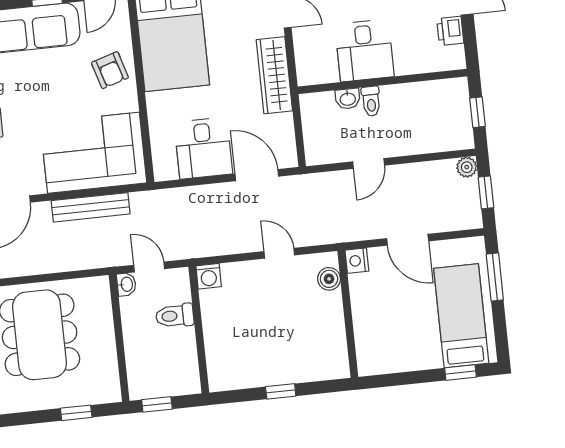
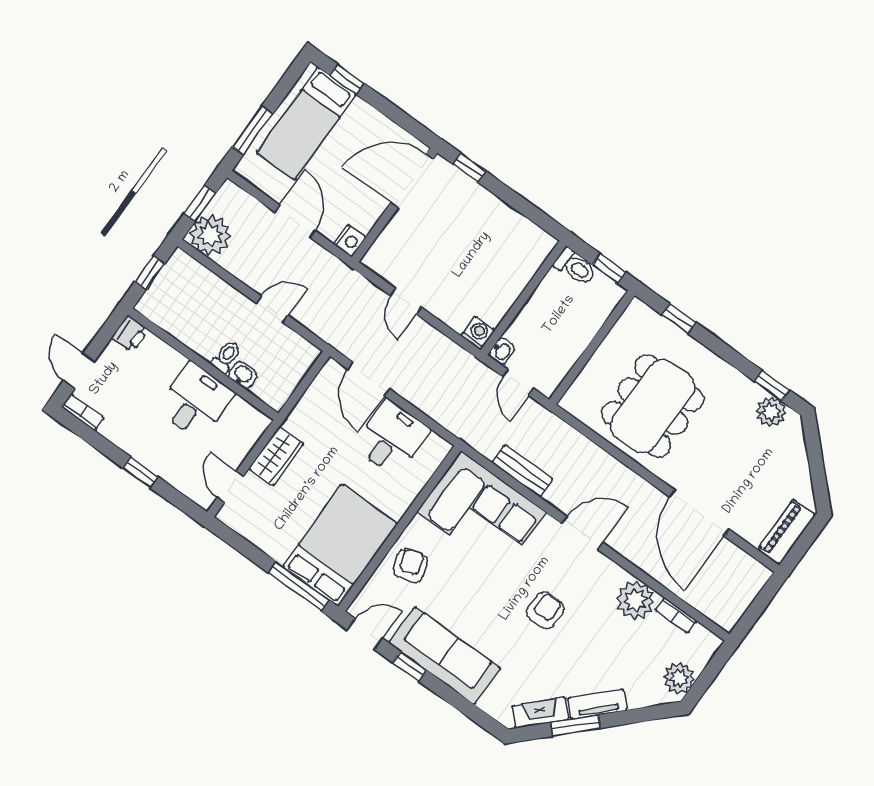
printer: (450, 31) -> (130, 334), moved
wardrobe: (274, 75) -> (276, 456), width x0.67
plant: (467, 167) -> (210, 235), width x1.88, depth x1.88
bench: (91, 207) -> (522, 471), width x0.73
boiler: (329, 279) -> (385, 246), removed
washbasin: (126, 284) -> (502, 351), moved, turned 180
toilet: (175, 316) -> (575, 267), moved
door: (351, 342) -> (412, 181), added
window: (281, 391) -> (469, 168), moved

